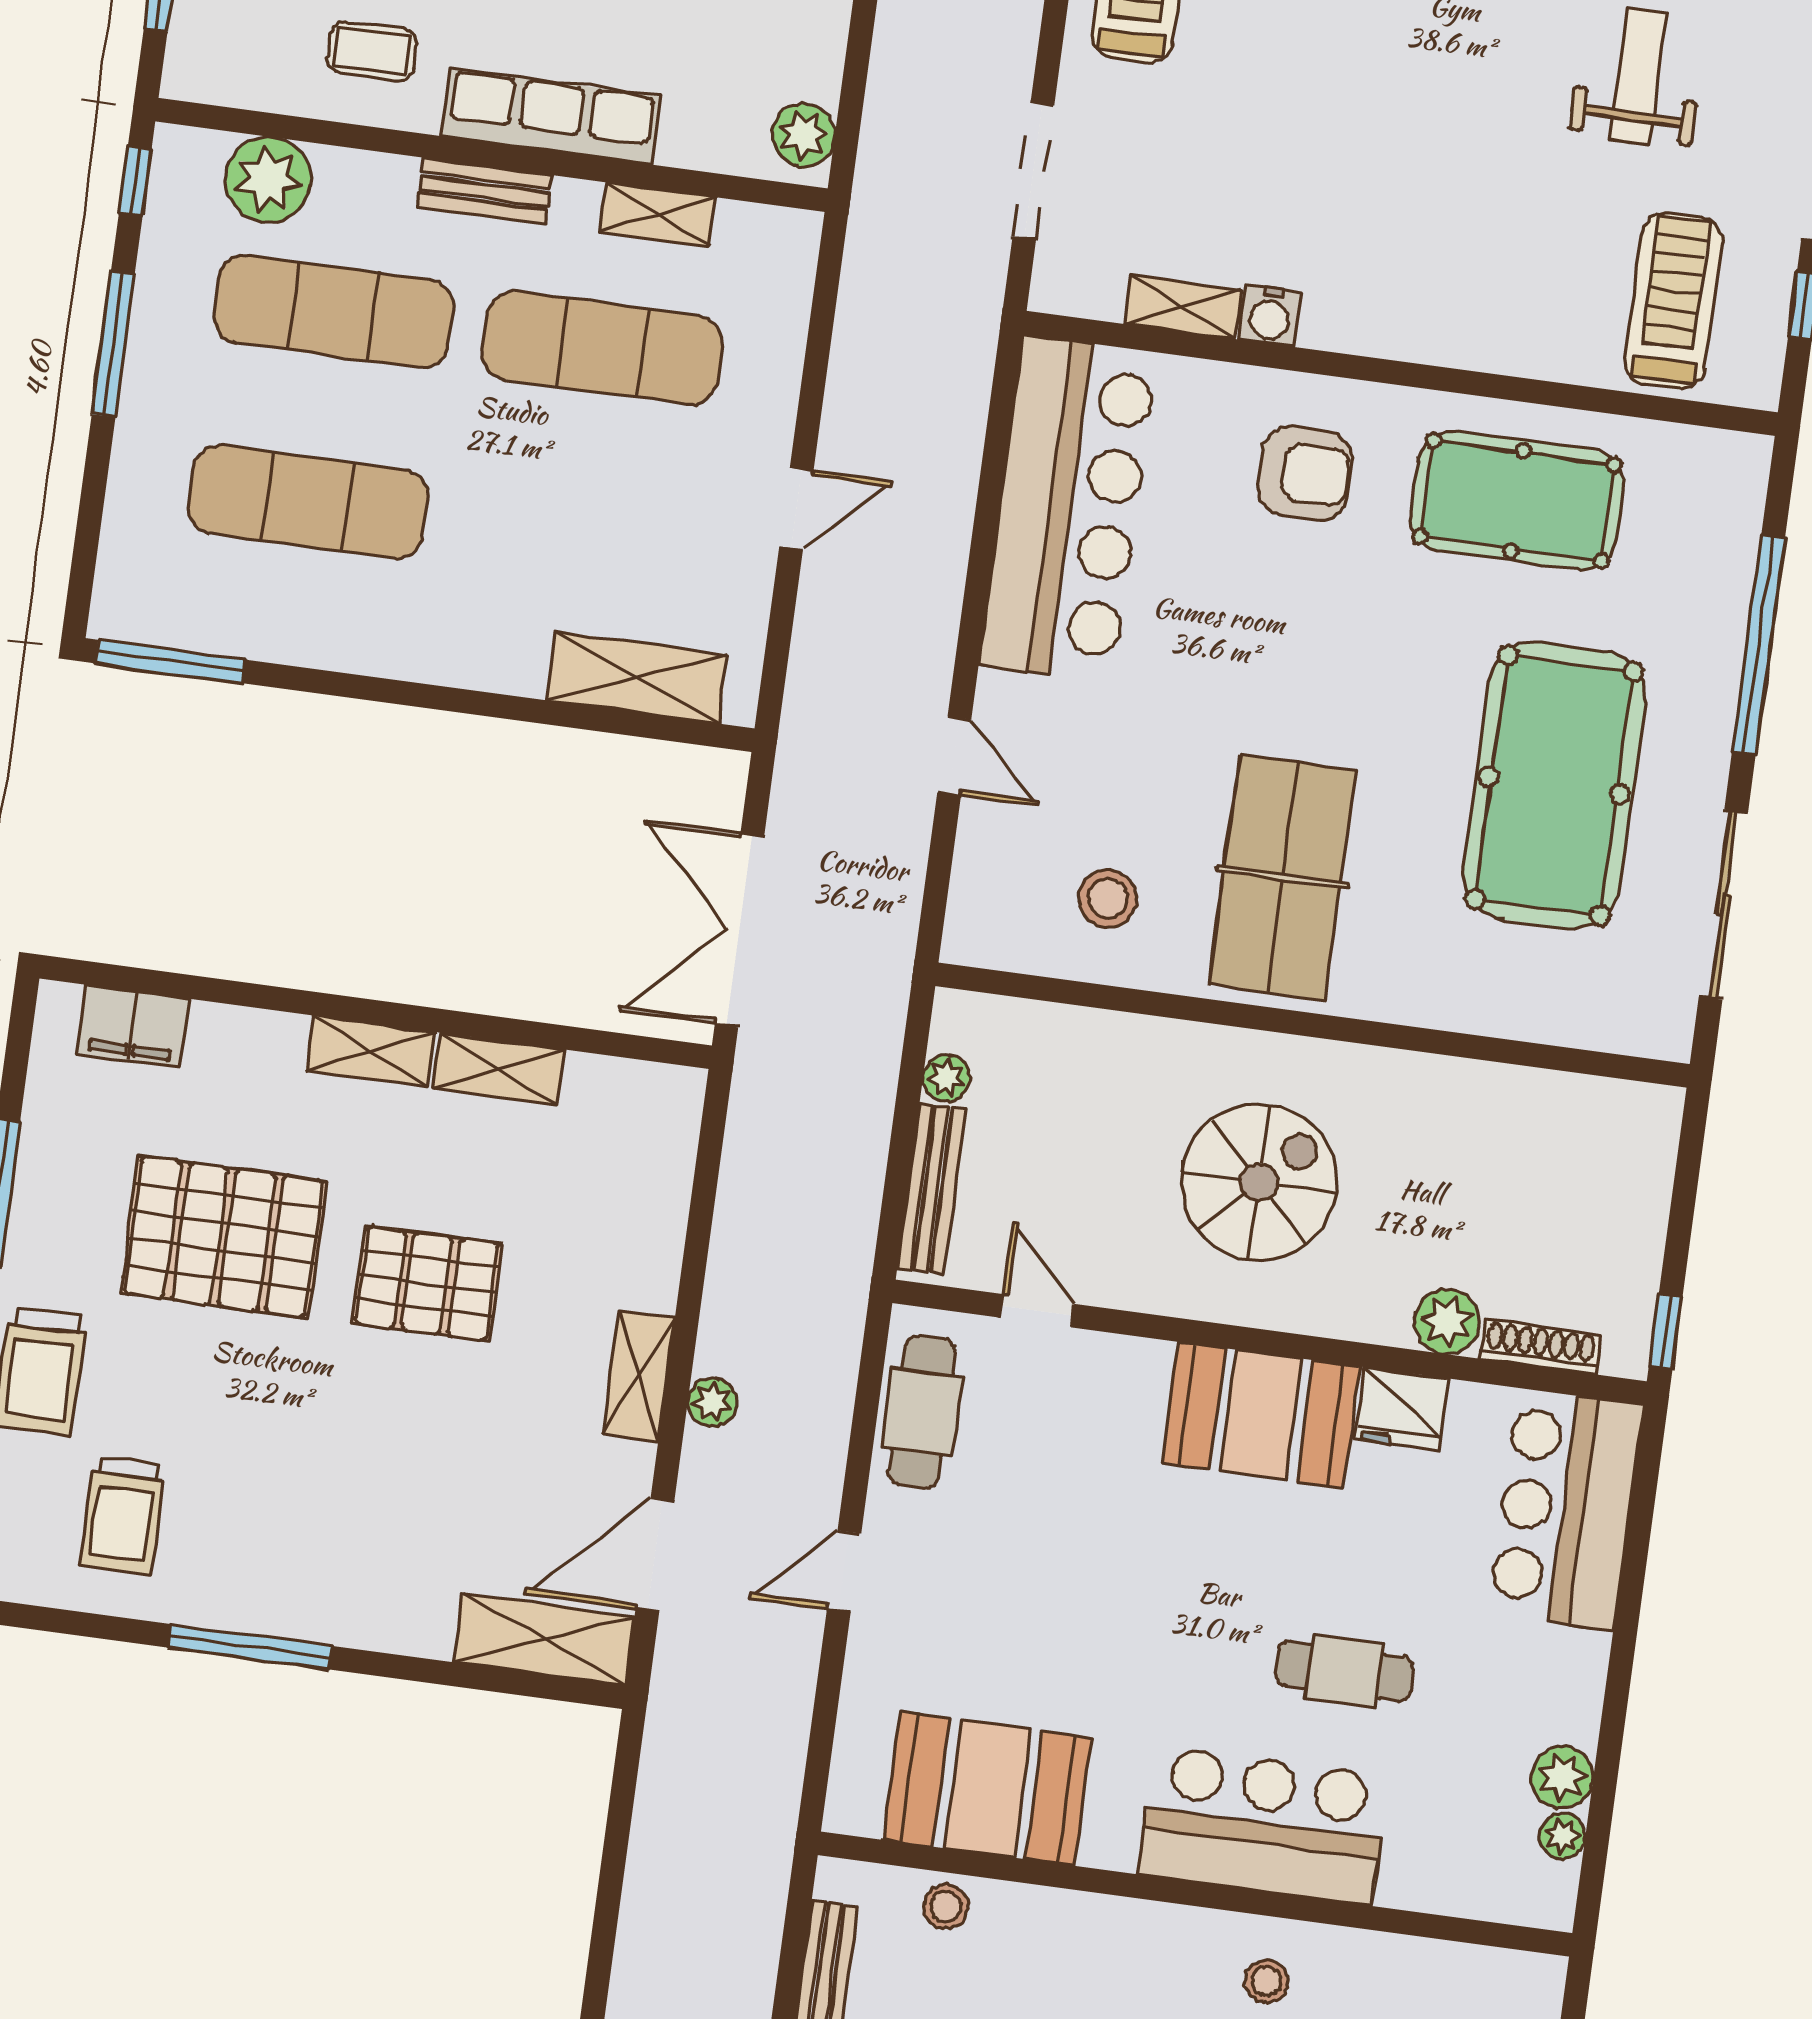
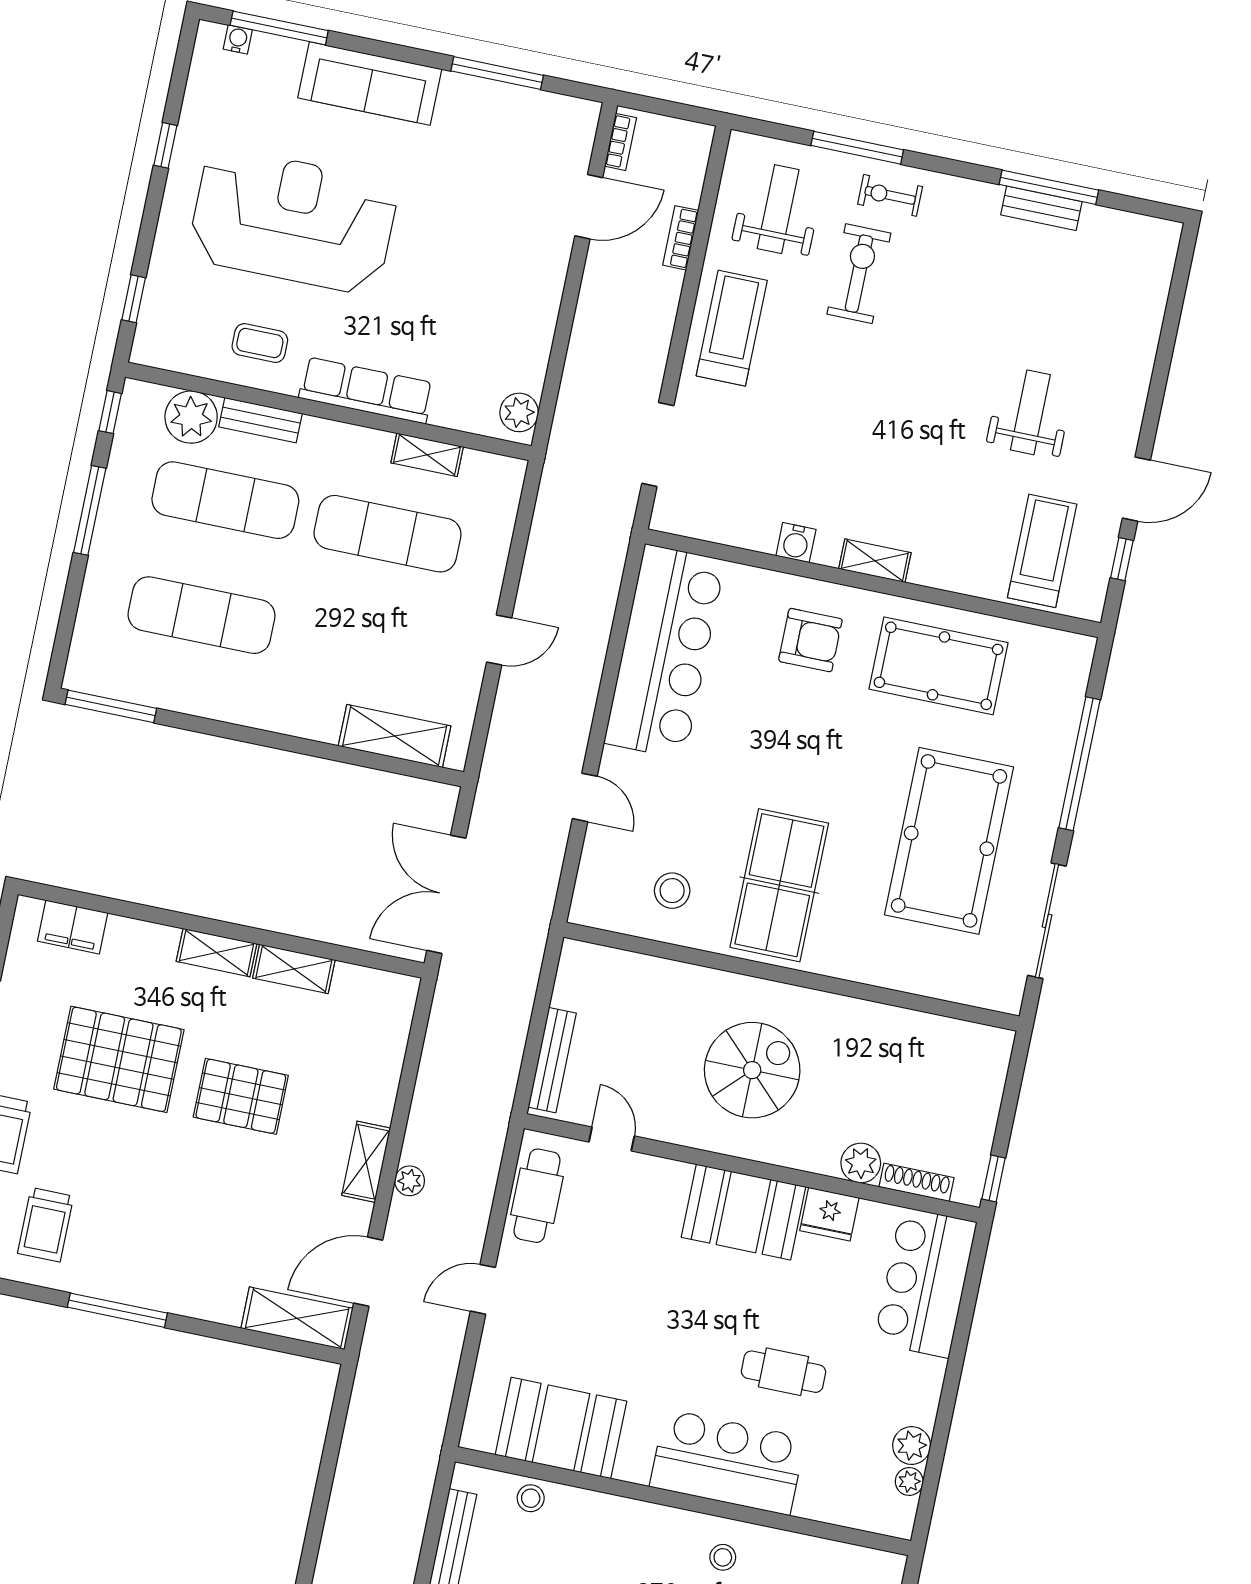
bench: (484, 191) -> (261, 420), moved
shelving: (1182, 307) -> (875, 561), moved
plant: (946, 1078) -> (566, 993), removed

